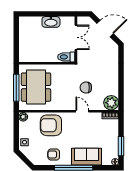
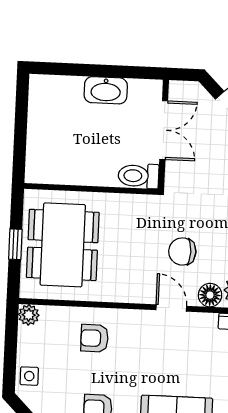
window: (16, 88) -> (15, 244), width x0.46
floor lamp: (98, 105) -> (210, 295), added
armchair: (51, 125) -> (95, 338), width x0.53, depth x0.53

